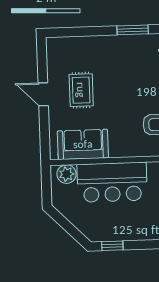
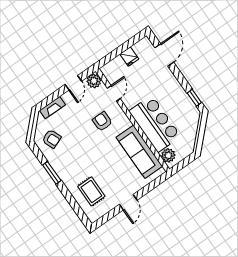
rug: (81, 90) -> (91, 191), moved, turned 90
sofa: (83, 144) -> (139, 152), width x1.36

